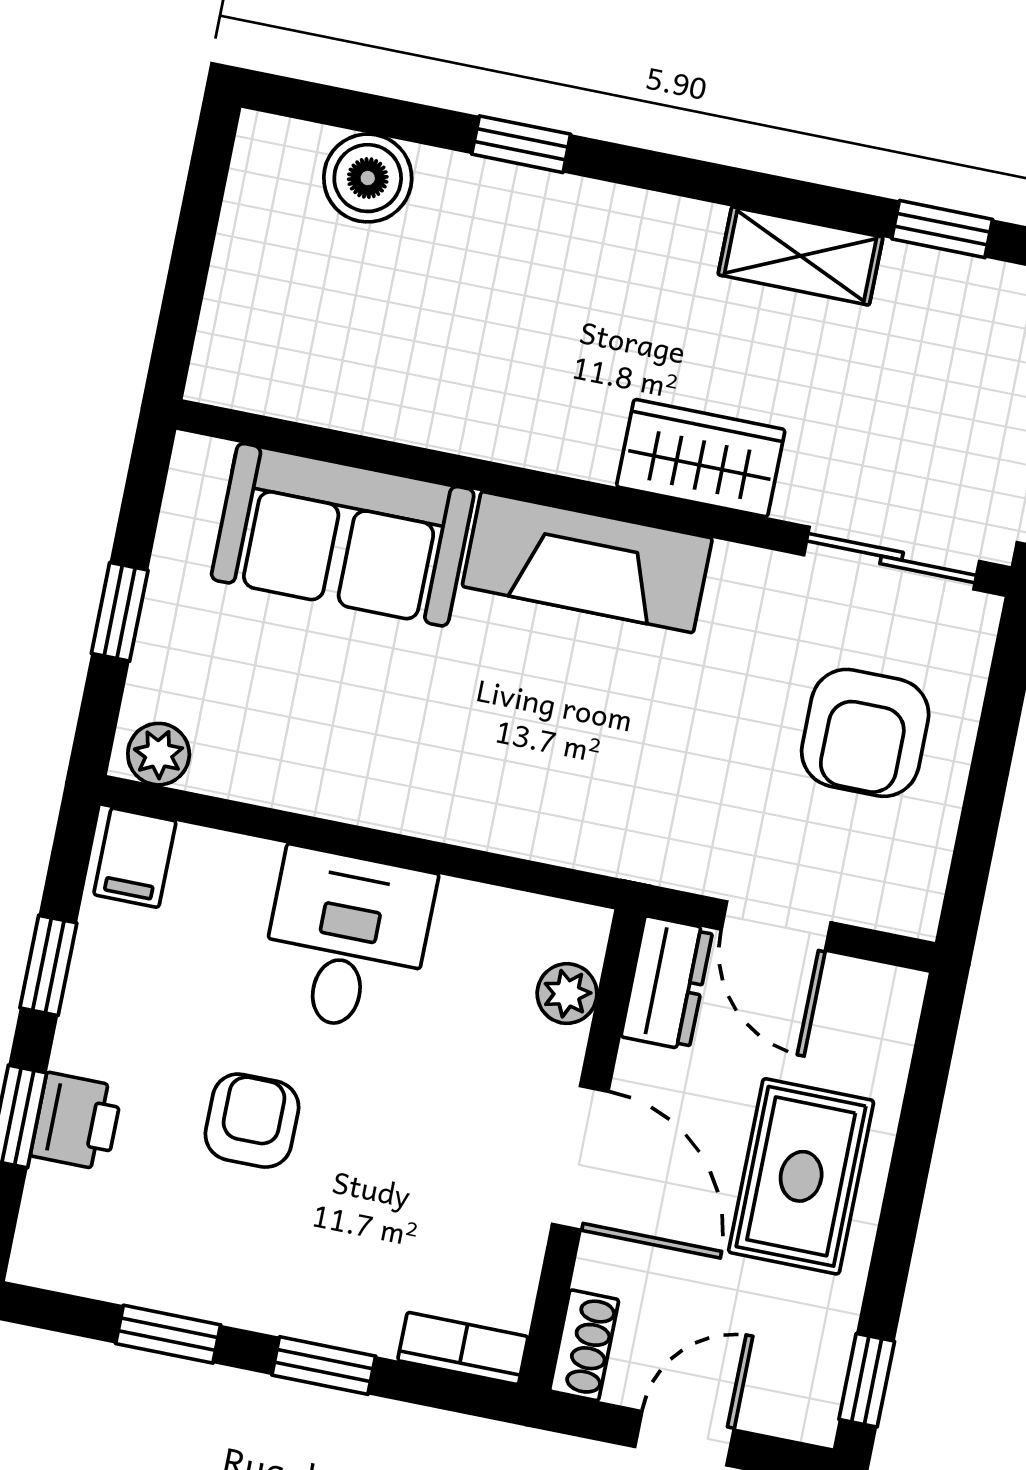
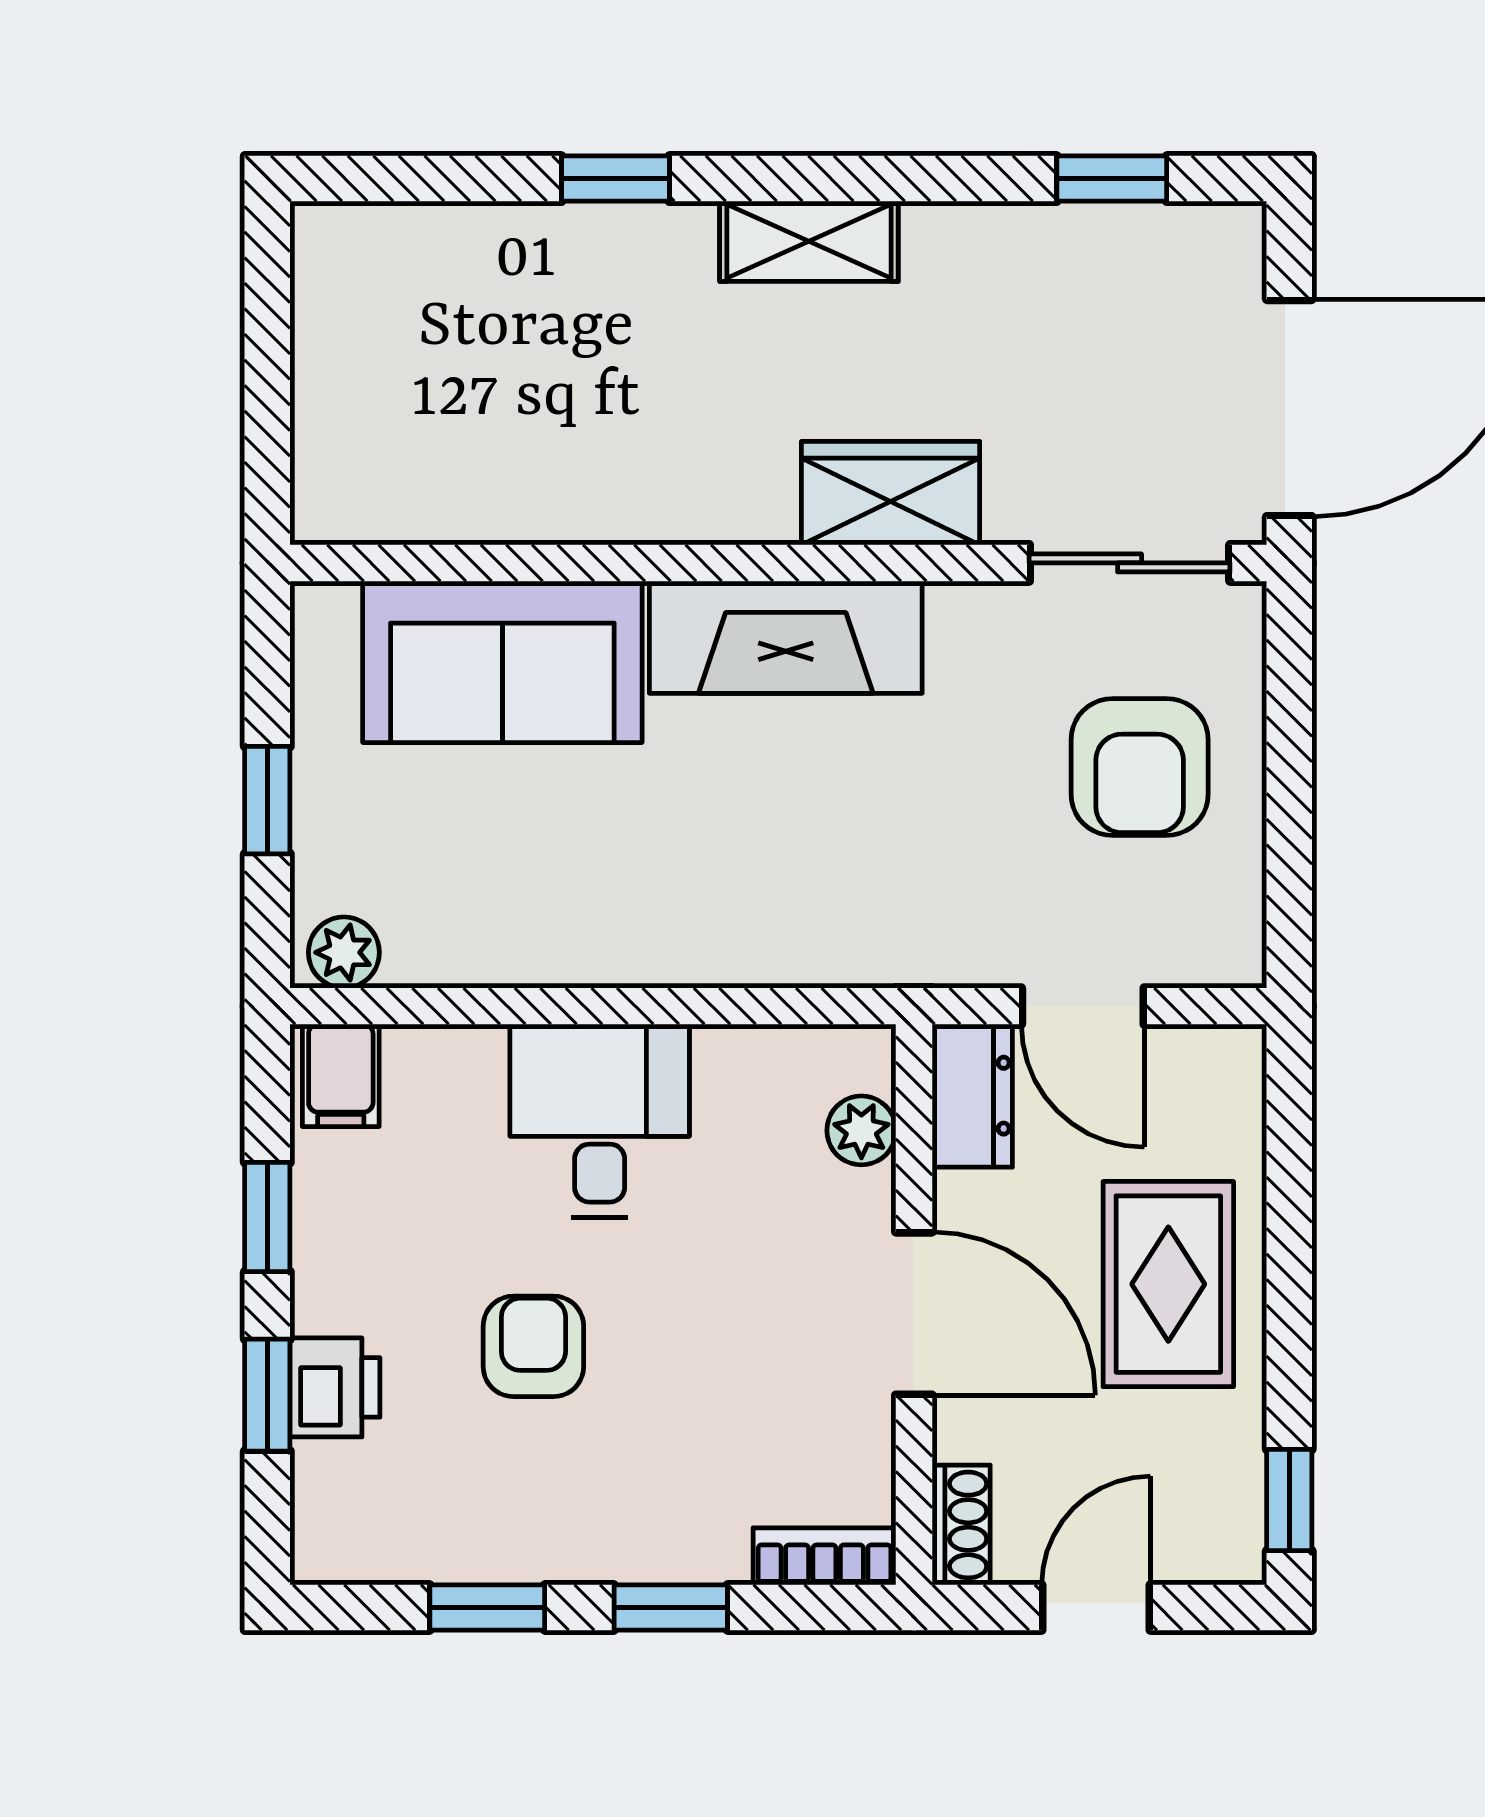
boiler: (368, 178) -> (449, 252), removed
shelving: (801, 256) -> (809, 241), moved

